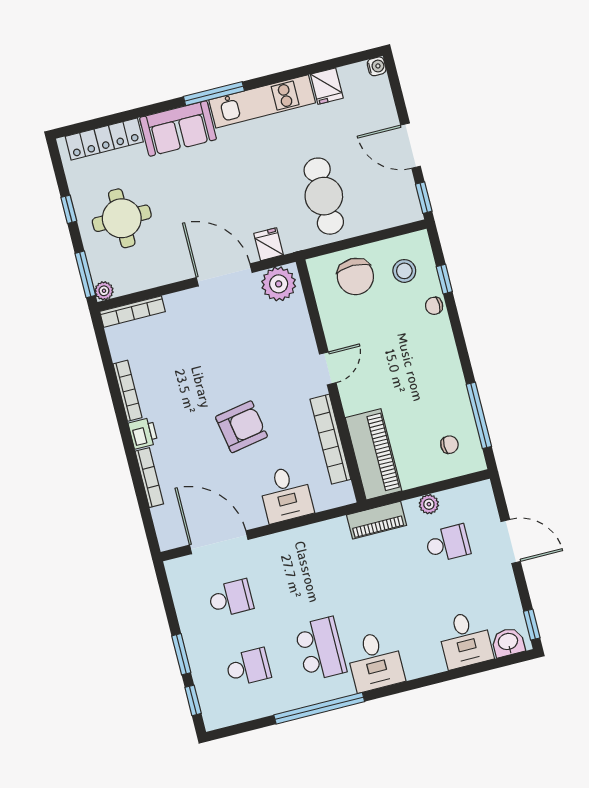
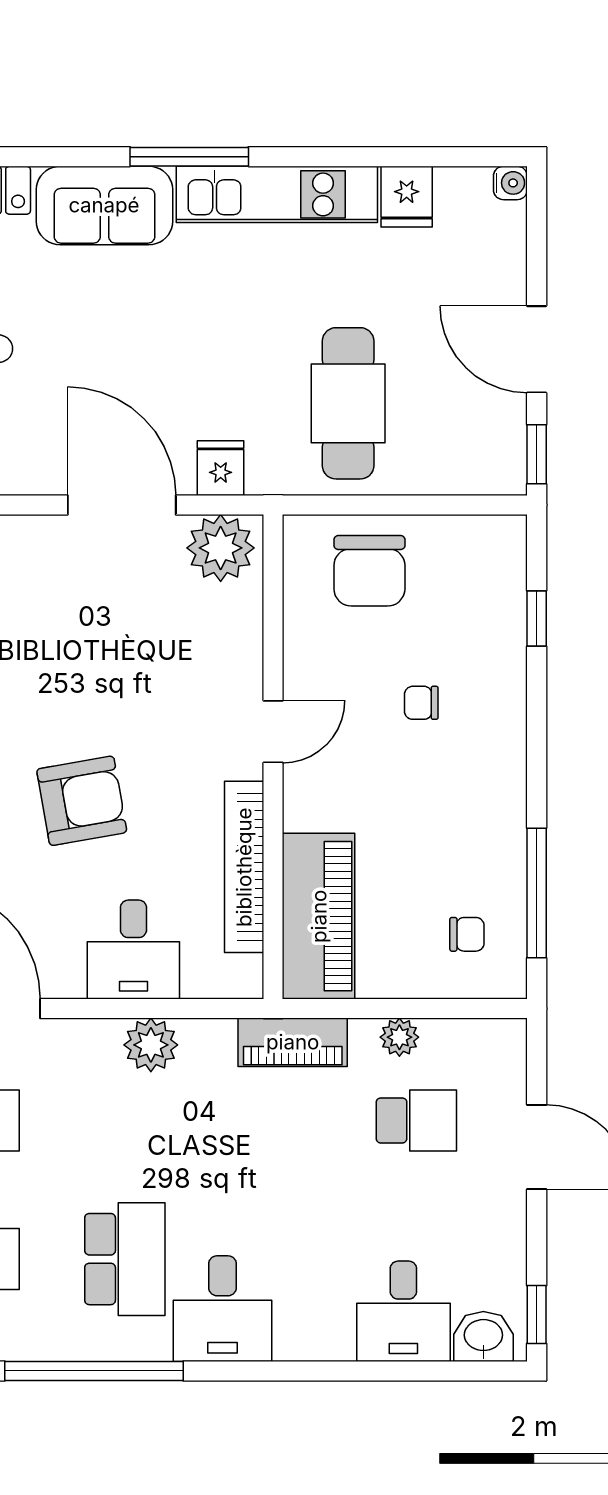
stool: (404, 271) -> (465, 584), removed
chair: (434, 306) -> (421, 703), moved
plant: (306, 539) -> (151, 1045), added

